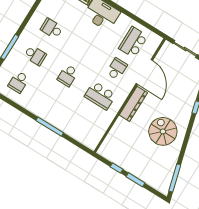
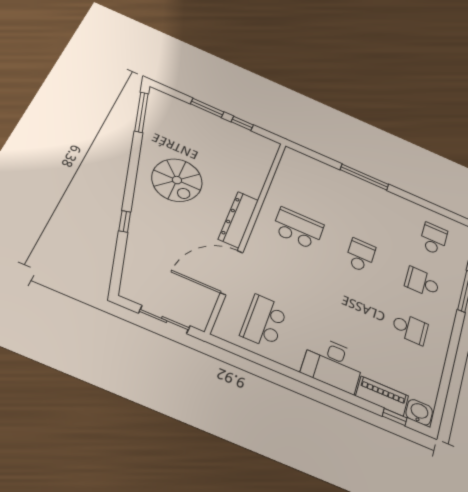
school desk: (133, 42) -> (264, 321), turned 180
school desk: (117, 69) -> (282, 273), removed
door: (144, 72) -> (232, 273), hinge flipped

